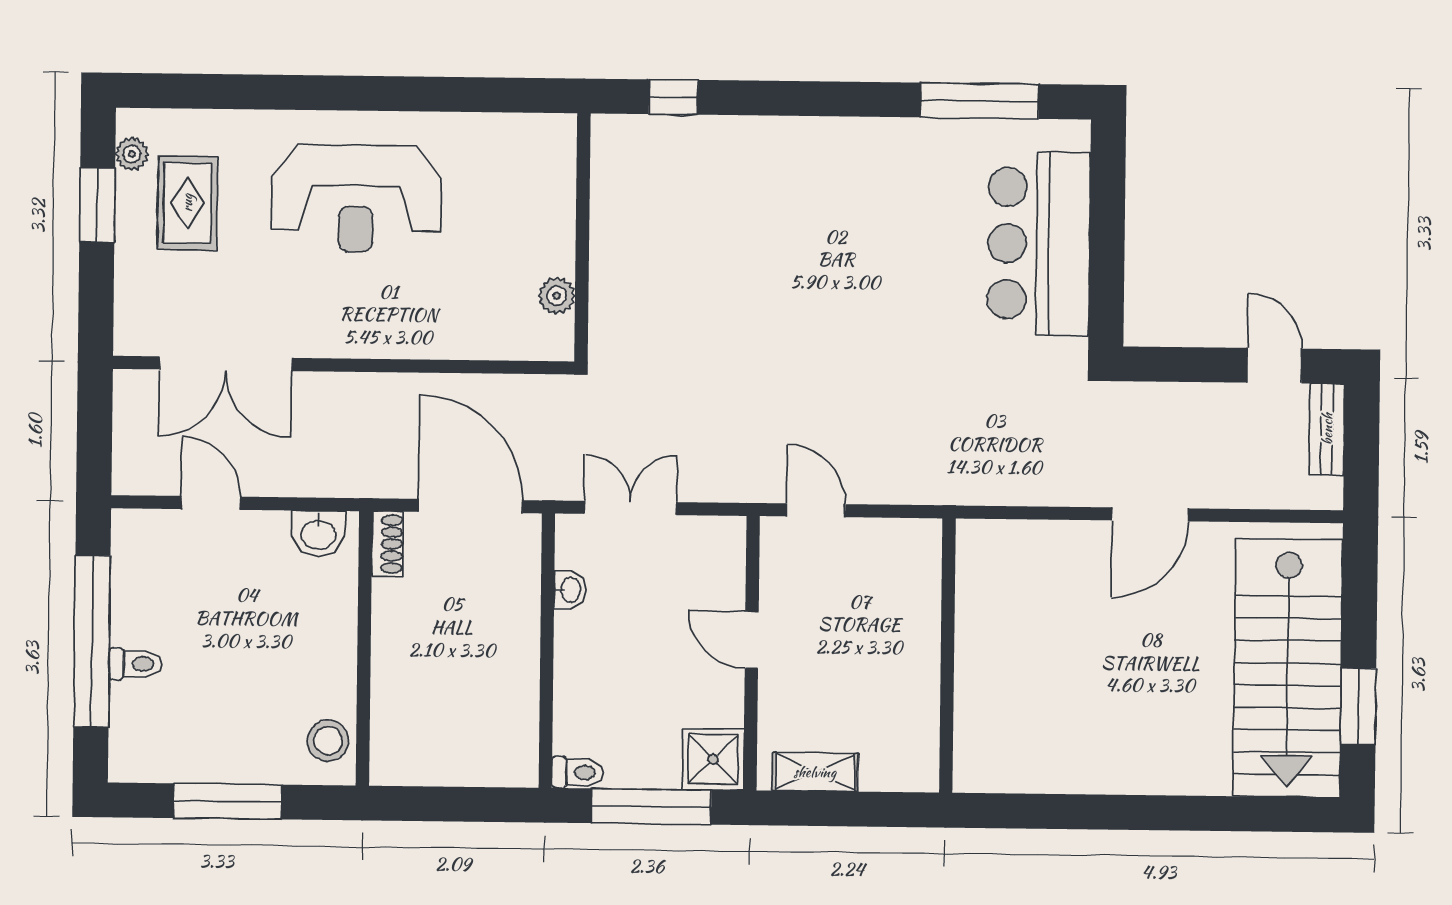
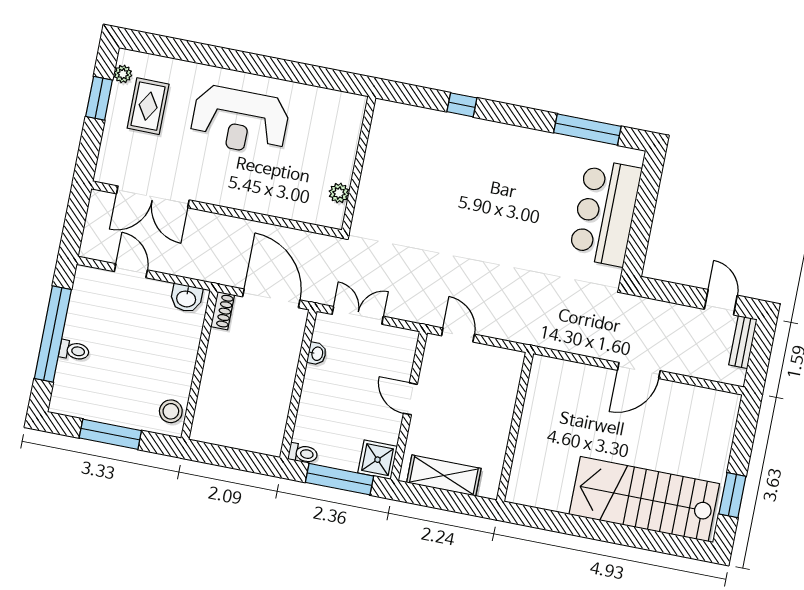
window: (673, 97) -> (462, 105), moved
stairs: (1288, 668) -> (644, 499), moved, turned 90
shelving: (815, 772) -> (444, 476), width x1.50, depth x1.33

